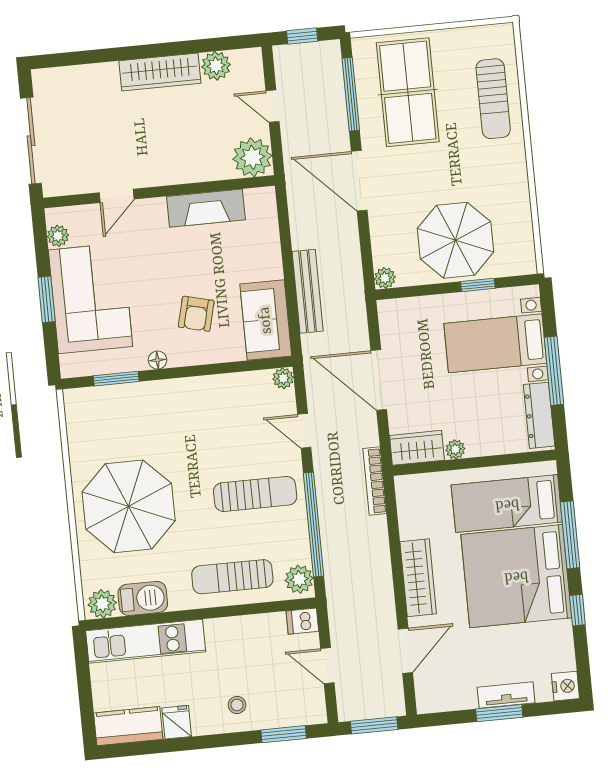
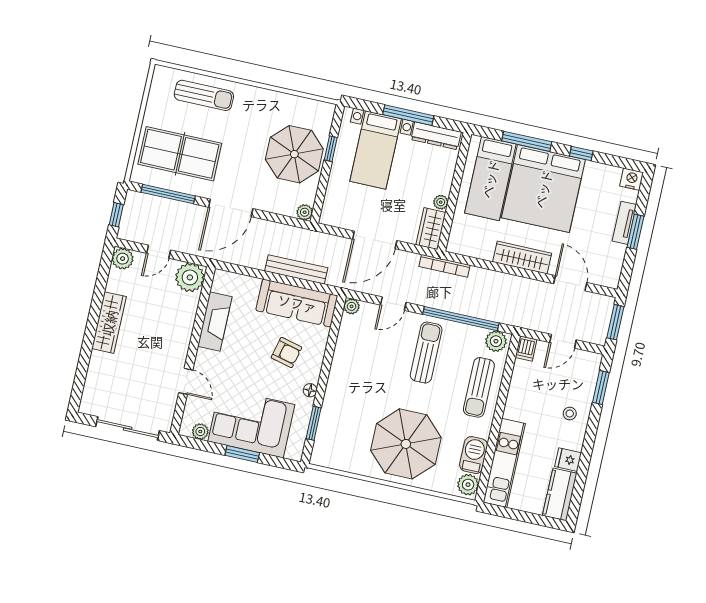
plant: (216, 66) -> (123, 259), moved
sofa: (266, 320) -> (297, 303), width x1.36

